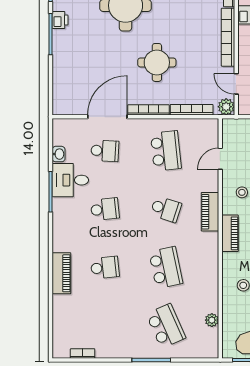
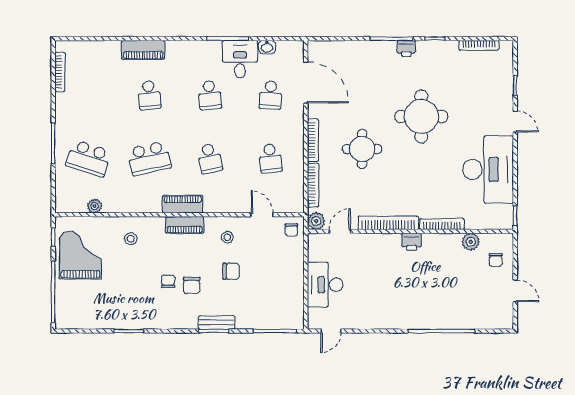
door: (107, 117) -> (306, 82), moved
chair: (235, 131) -> (291, 230), added
school desk: (166, 151) -> (270, 158), width x0.54
school desk: (166, 209) -> (210, 158), turned -30
piano: (210, 212) -> (183, 204), moved
school desk: (166, 326) -> (89, 158), turned 42
bookcase: (83, 354) -> (60, 72), width x1.56

